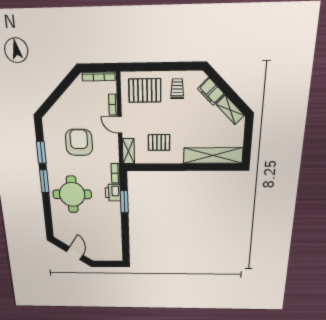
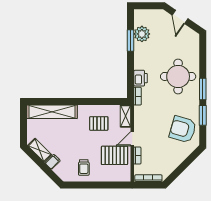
pallet: (145, 91) -> (114, 155), moved
filing cabinet: (211, 91) -> (53, 162), width x0.50
door: (120, 125) -> (132, 139), swing flipped
armchair: (79, 142) -> (183, 129), moved, turned 106
window: (124, 202) -> (131, 40), moved
plant: (113, 237) -> (142, 34), added

